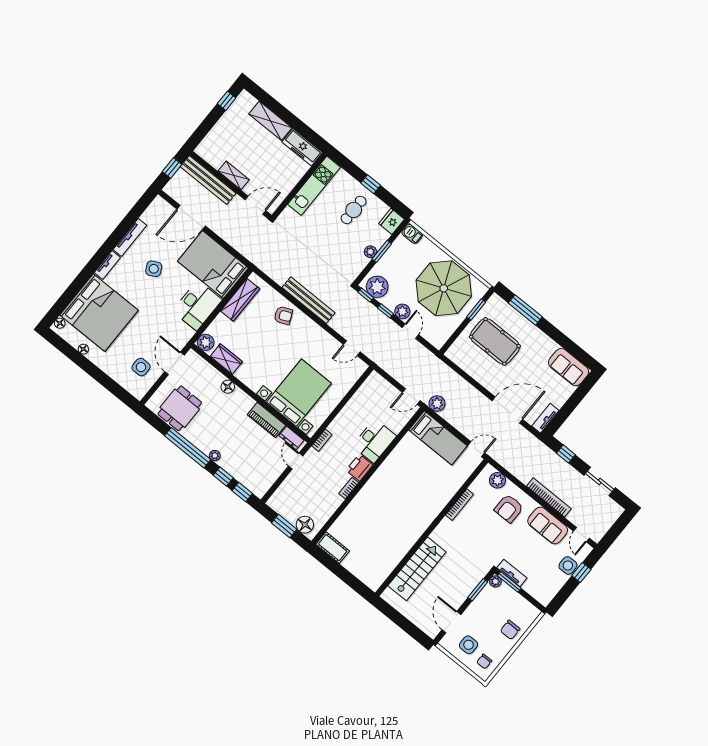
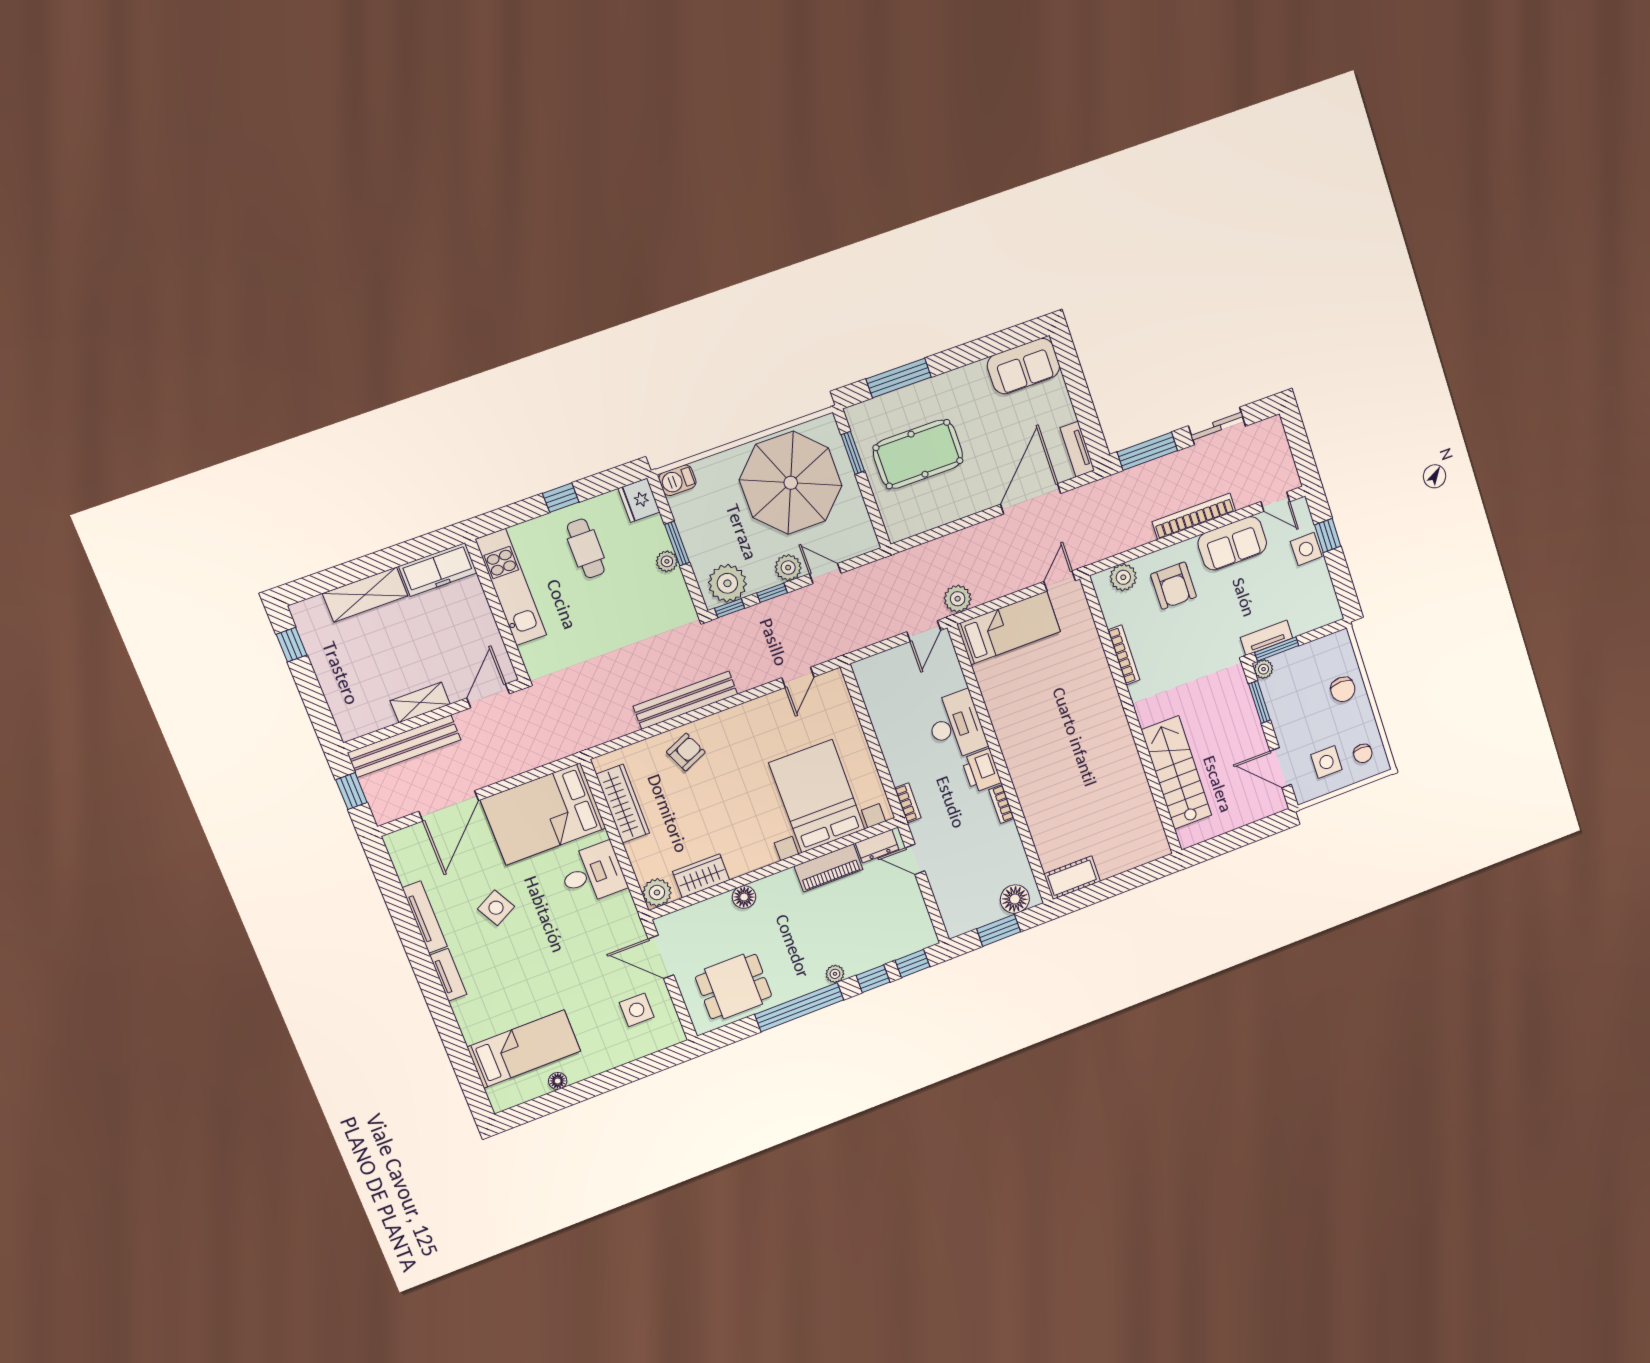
desk: (197, 305) -> (592, 873), width x0.73
bed: (99, 313) -> (524, 1049), width x0.49
floor lamp: (60, 323) -> (496, 1095), removed
dining table: (180, 408) -> (734, 987), turned 90
window: (566, 454) -> (1147, 451), width x2.17

